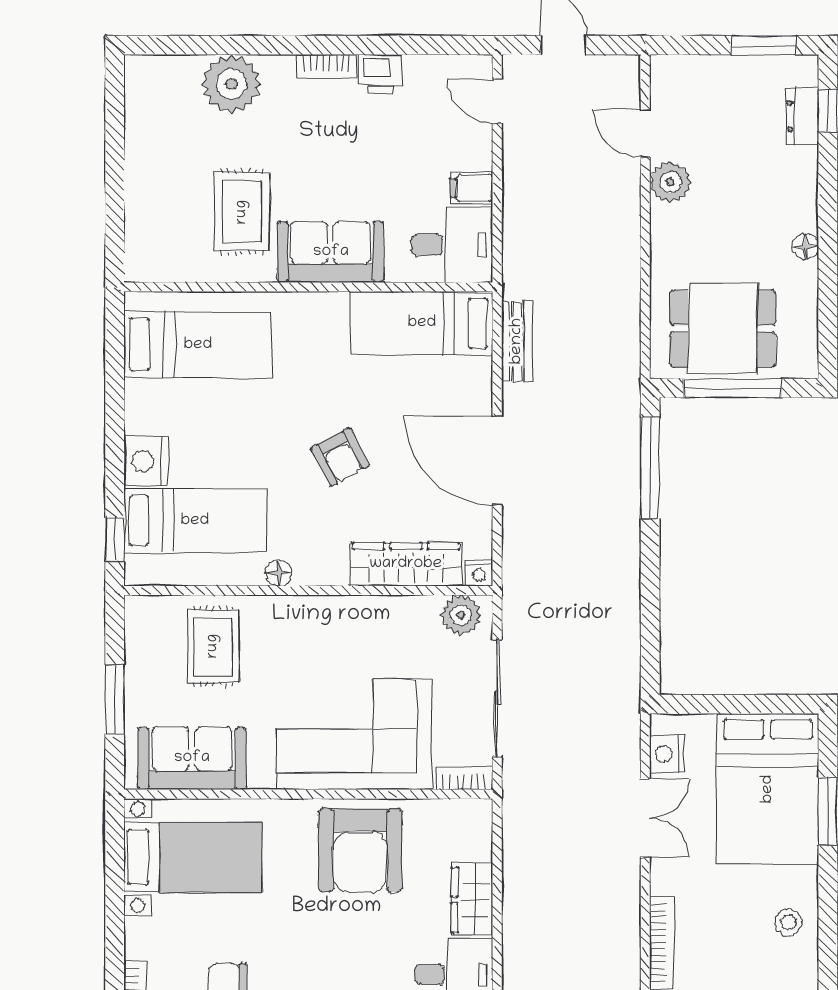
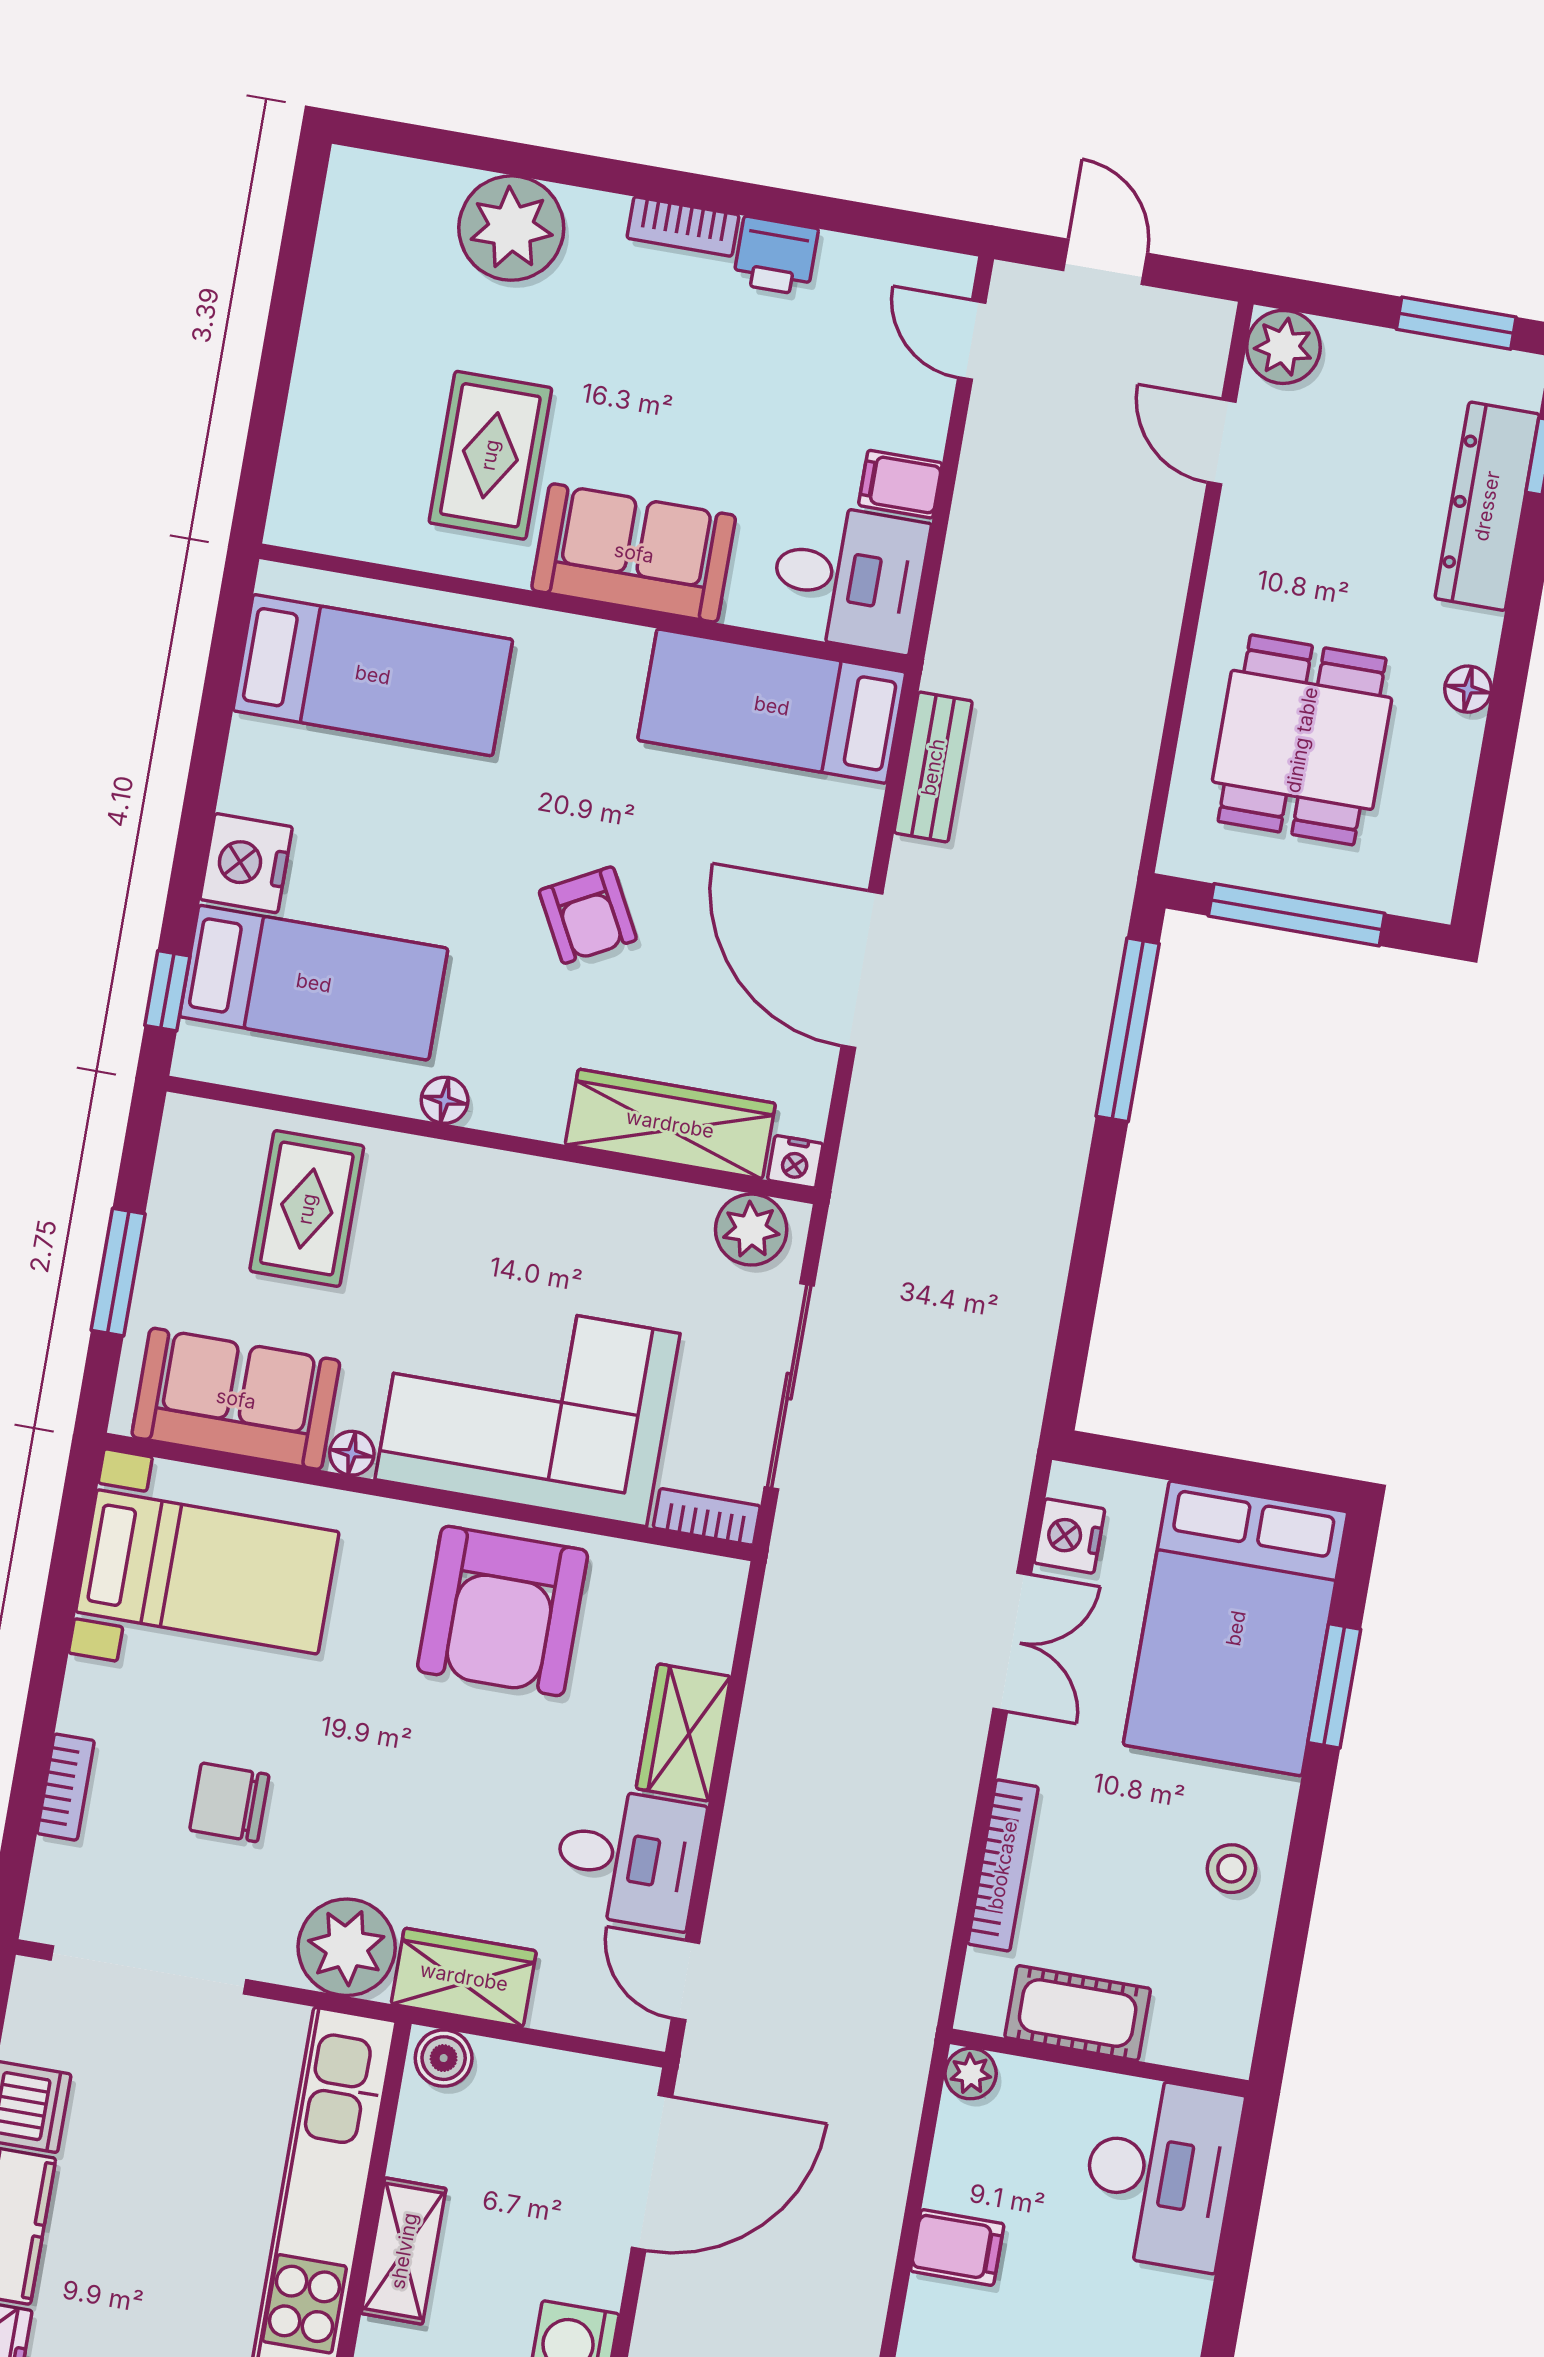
dresser: (802, 116) -> (1487, 506), width x1.96, depth x1.24
plant: (670, 182) -> (1283, 347), moved
dining table: (723, 328) -> (1302, 740), moved, turned 90
floor lamp: (262, 777) -> (352, 1453), added

